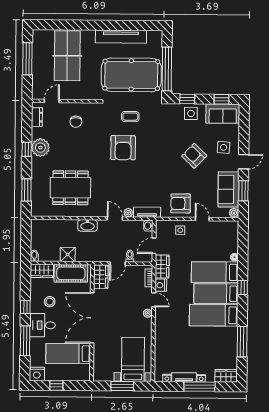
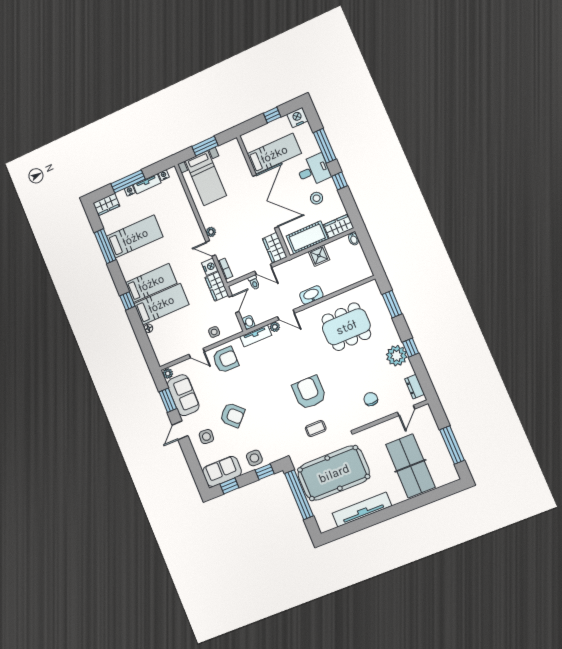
door: (118, 264) -> (263, 269), swing flipped
bed: (214, 315) -> (135, 237), moved

